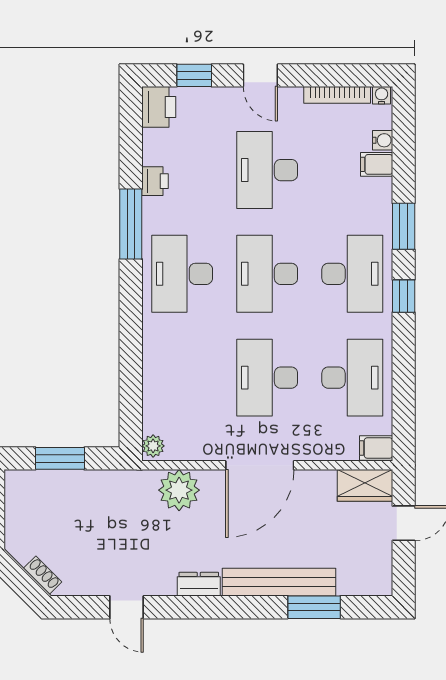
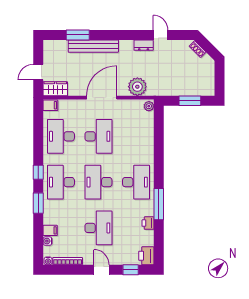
desk: (267, 274) -> (98, 182), turned 180
dresser: (199, 584) -> (144, 45), moved

